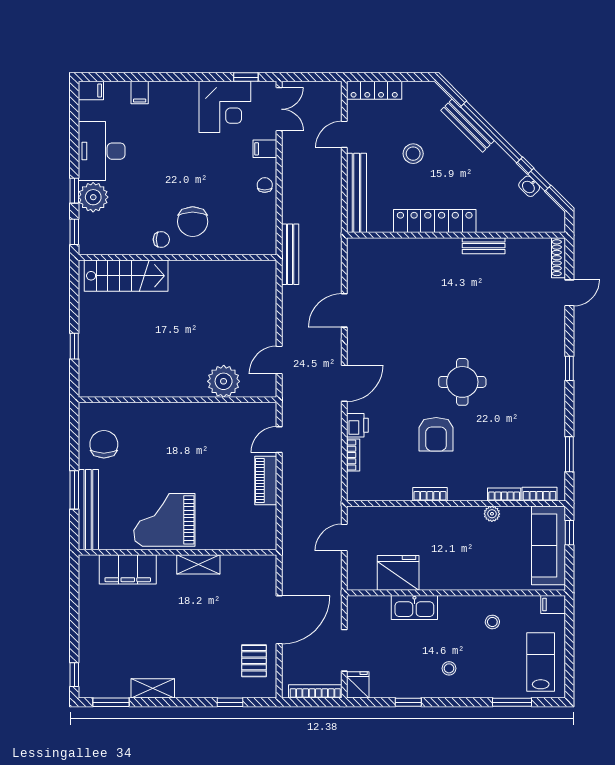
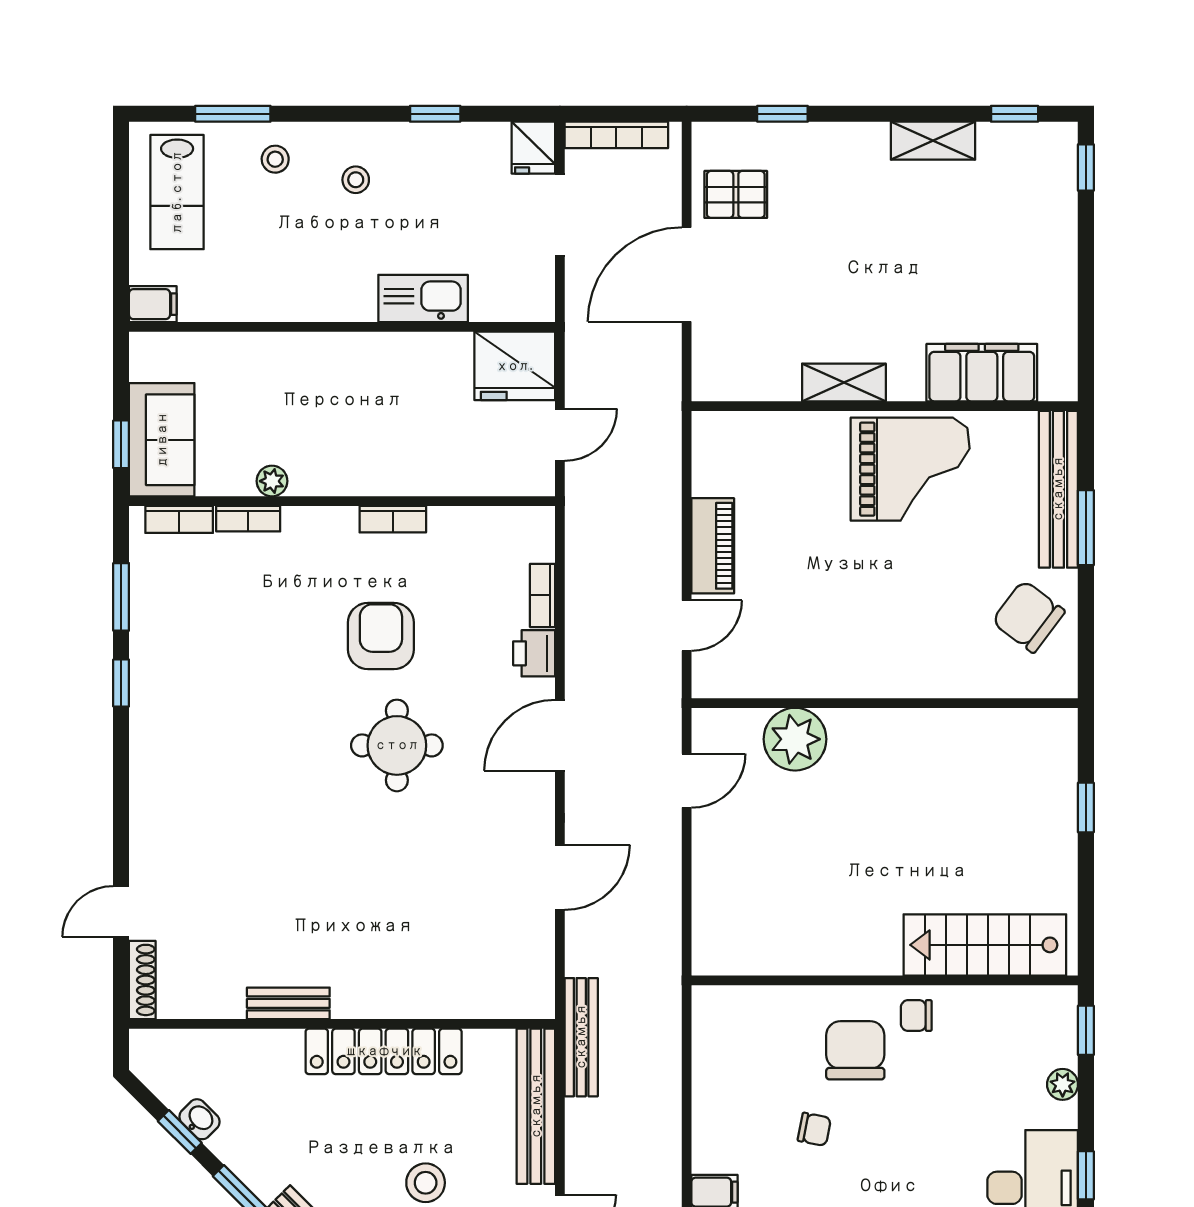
chair: (265, 185) -> (814, 1129), moved, turned -79
window: (74, 191) -> (1086, 1175), moved
plant: (93, 197) -> (1063, 1084), width x0.53, depth x0.53
bench: (290, 254) -> (581, 1037), moved
window: (569, 368) -> (121, 683), moved
round table: (462, 382) -> (397, 745), moved
chair: (104, 444) -> (1028, 616), turned 127
sofa: (549, 545) -> (162, 440), width x0.73
fridge: (398, 573) -> (515, 366), moved
stool: (492, 622) -> (275, 159), moved
pallet: (254, 661) -> (736, 194), turned 90
window: (111, 702) -> (1015, 114), width x0.67

